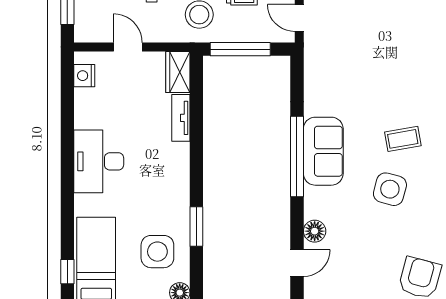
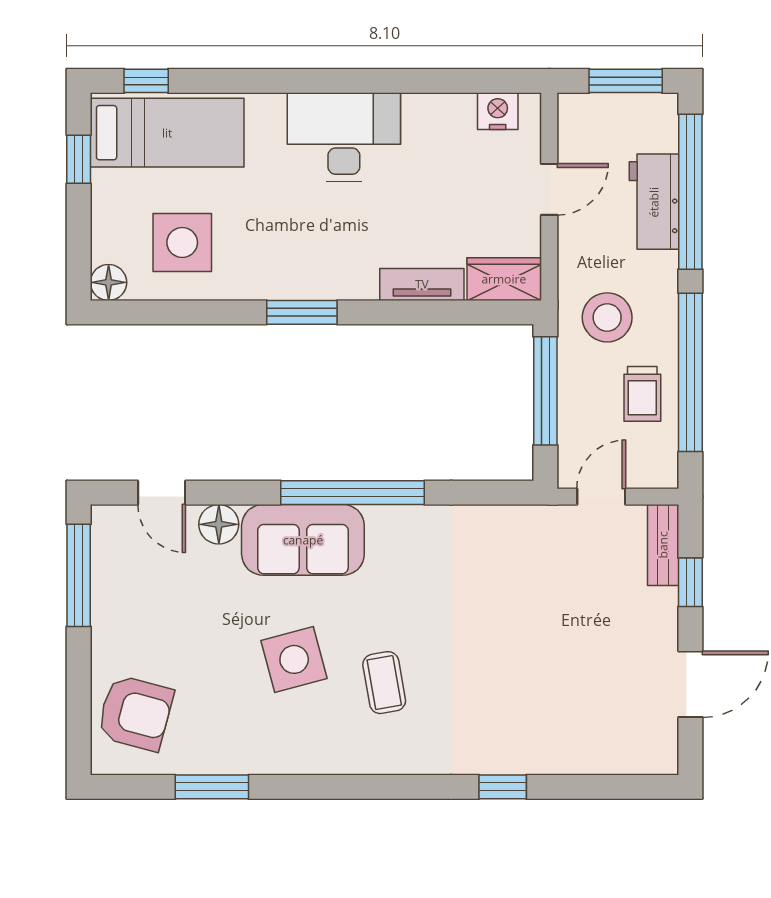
sofa: (323, 151) -> (303, 540), moved
side table: (390, 189) -> (294, 659), turned -30
window: (196, 227) -> (302, 312), moved

